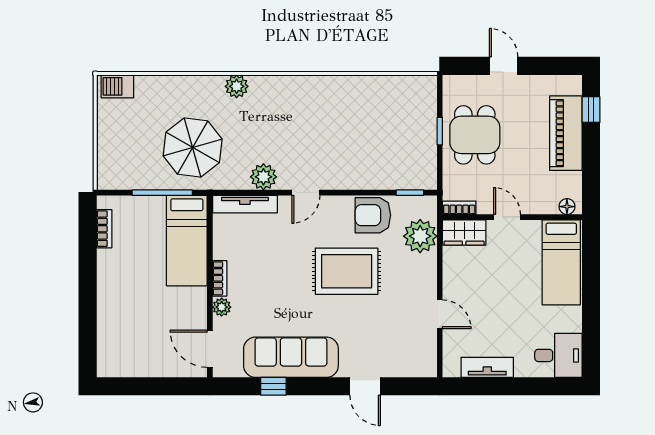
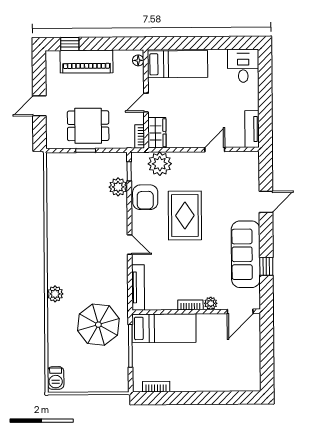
plant: (263, 177) -> (118, 187), moved
tv unit: (487, 367) -> (252, 129), moved

